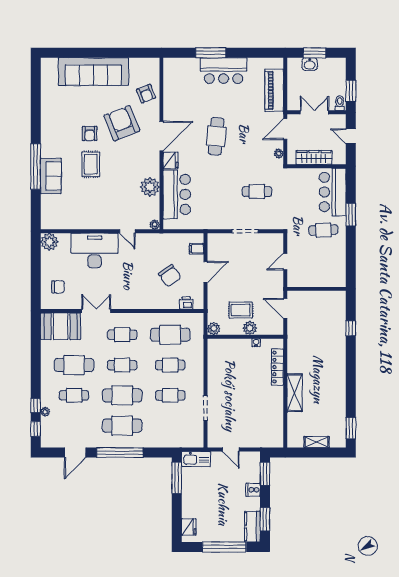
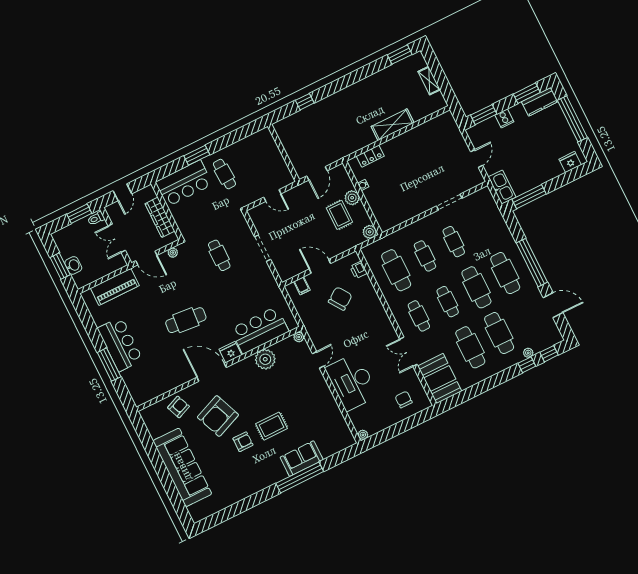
plant: (49, 242) -> (363, 435), width x0.53, depth x0.53
locker: (277, 367) -> (370, 156), width x0.66
cafe table: (74, 395) -> (499, 333), width x1.37, depth x1.35

